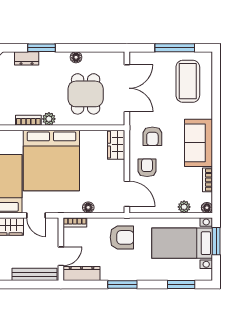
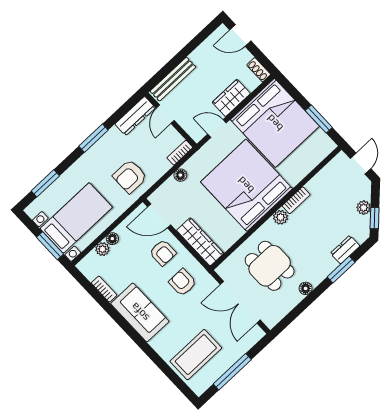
coffee table: (188, 81) -> (196, 355), turned 90
wardrobe: (116, 145) -> (200, 242), width x1.50
floor lamp: (207, 208) -> (112, 239), moved

